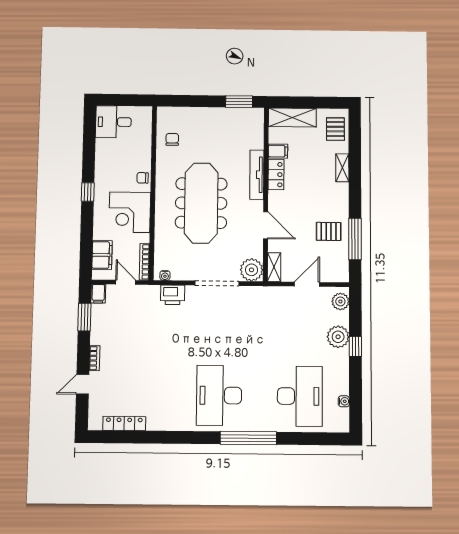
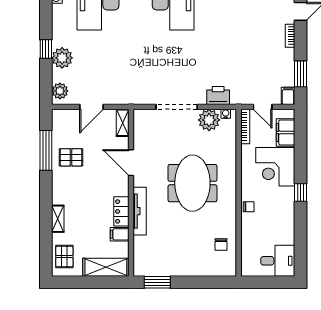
meeting table: (201, 203) -> (192, 183), width x0.73
corner desk: (130, 212) -> (275, 167), moved, turned 180
plant: (251, 270) -> (209, 120), moved

